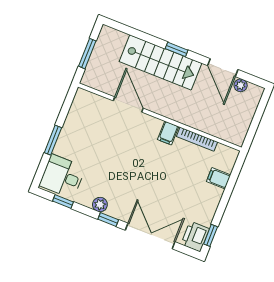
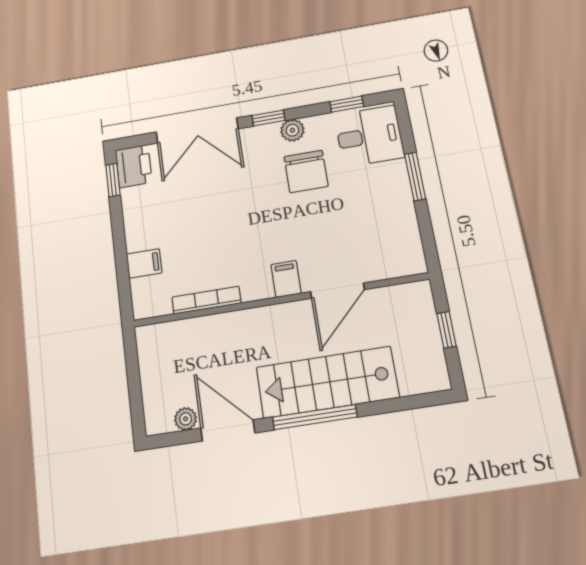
window: (177, 49) -> (315, 417), width x2.17
window: (87, 54) -> (447, 330), width x0.67
door: (128, 105) -> (337, 291), hinge flipped
filing cabinet: (168, 133) -> (286, 279), moved
chair: (106, 177) -> (306, 171), added

